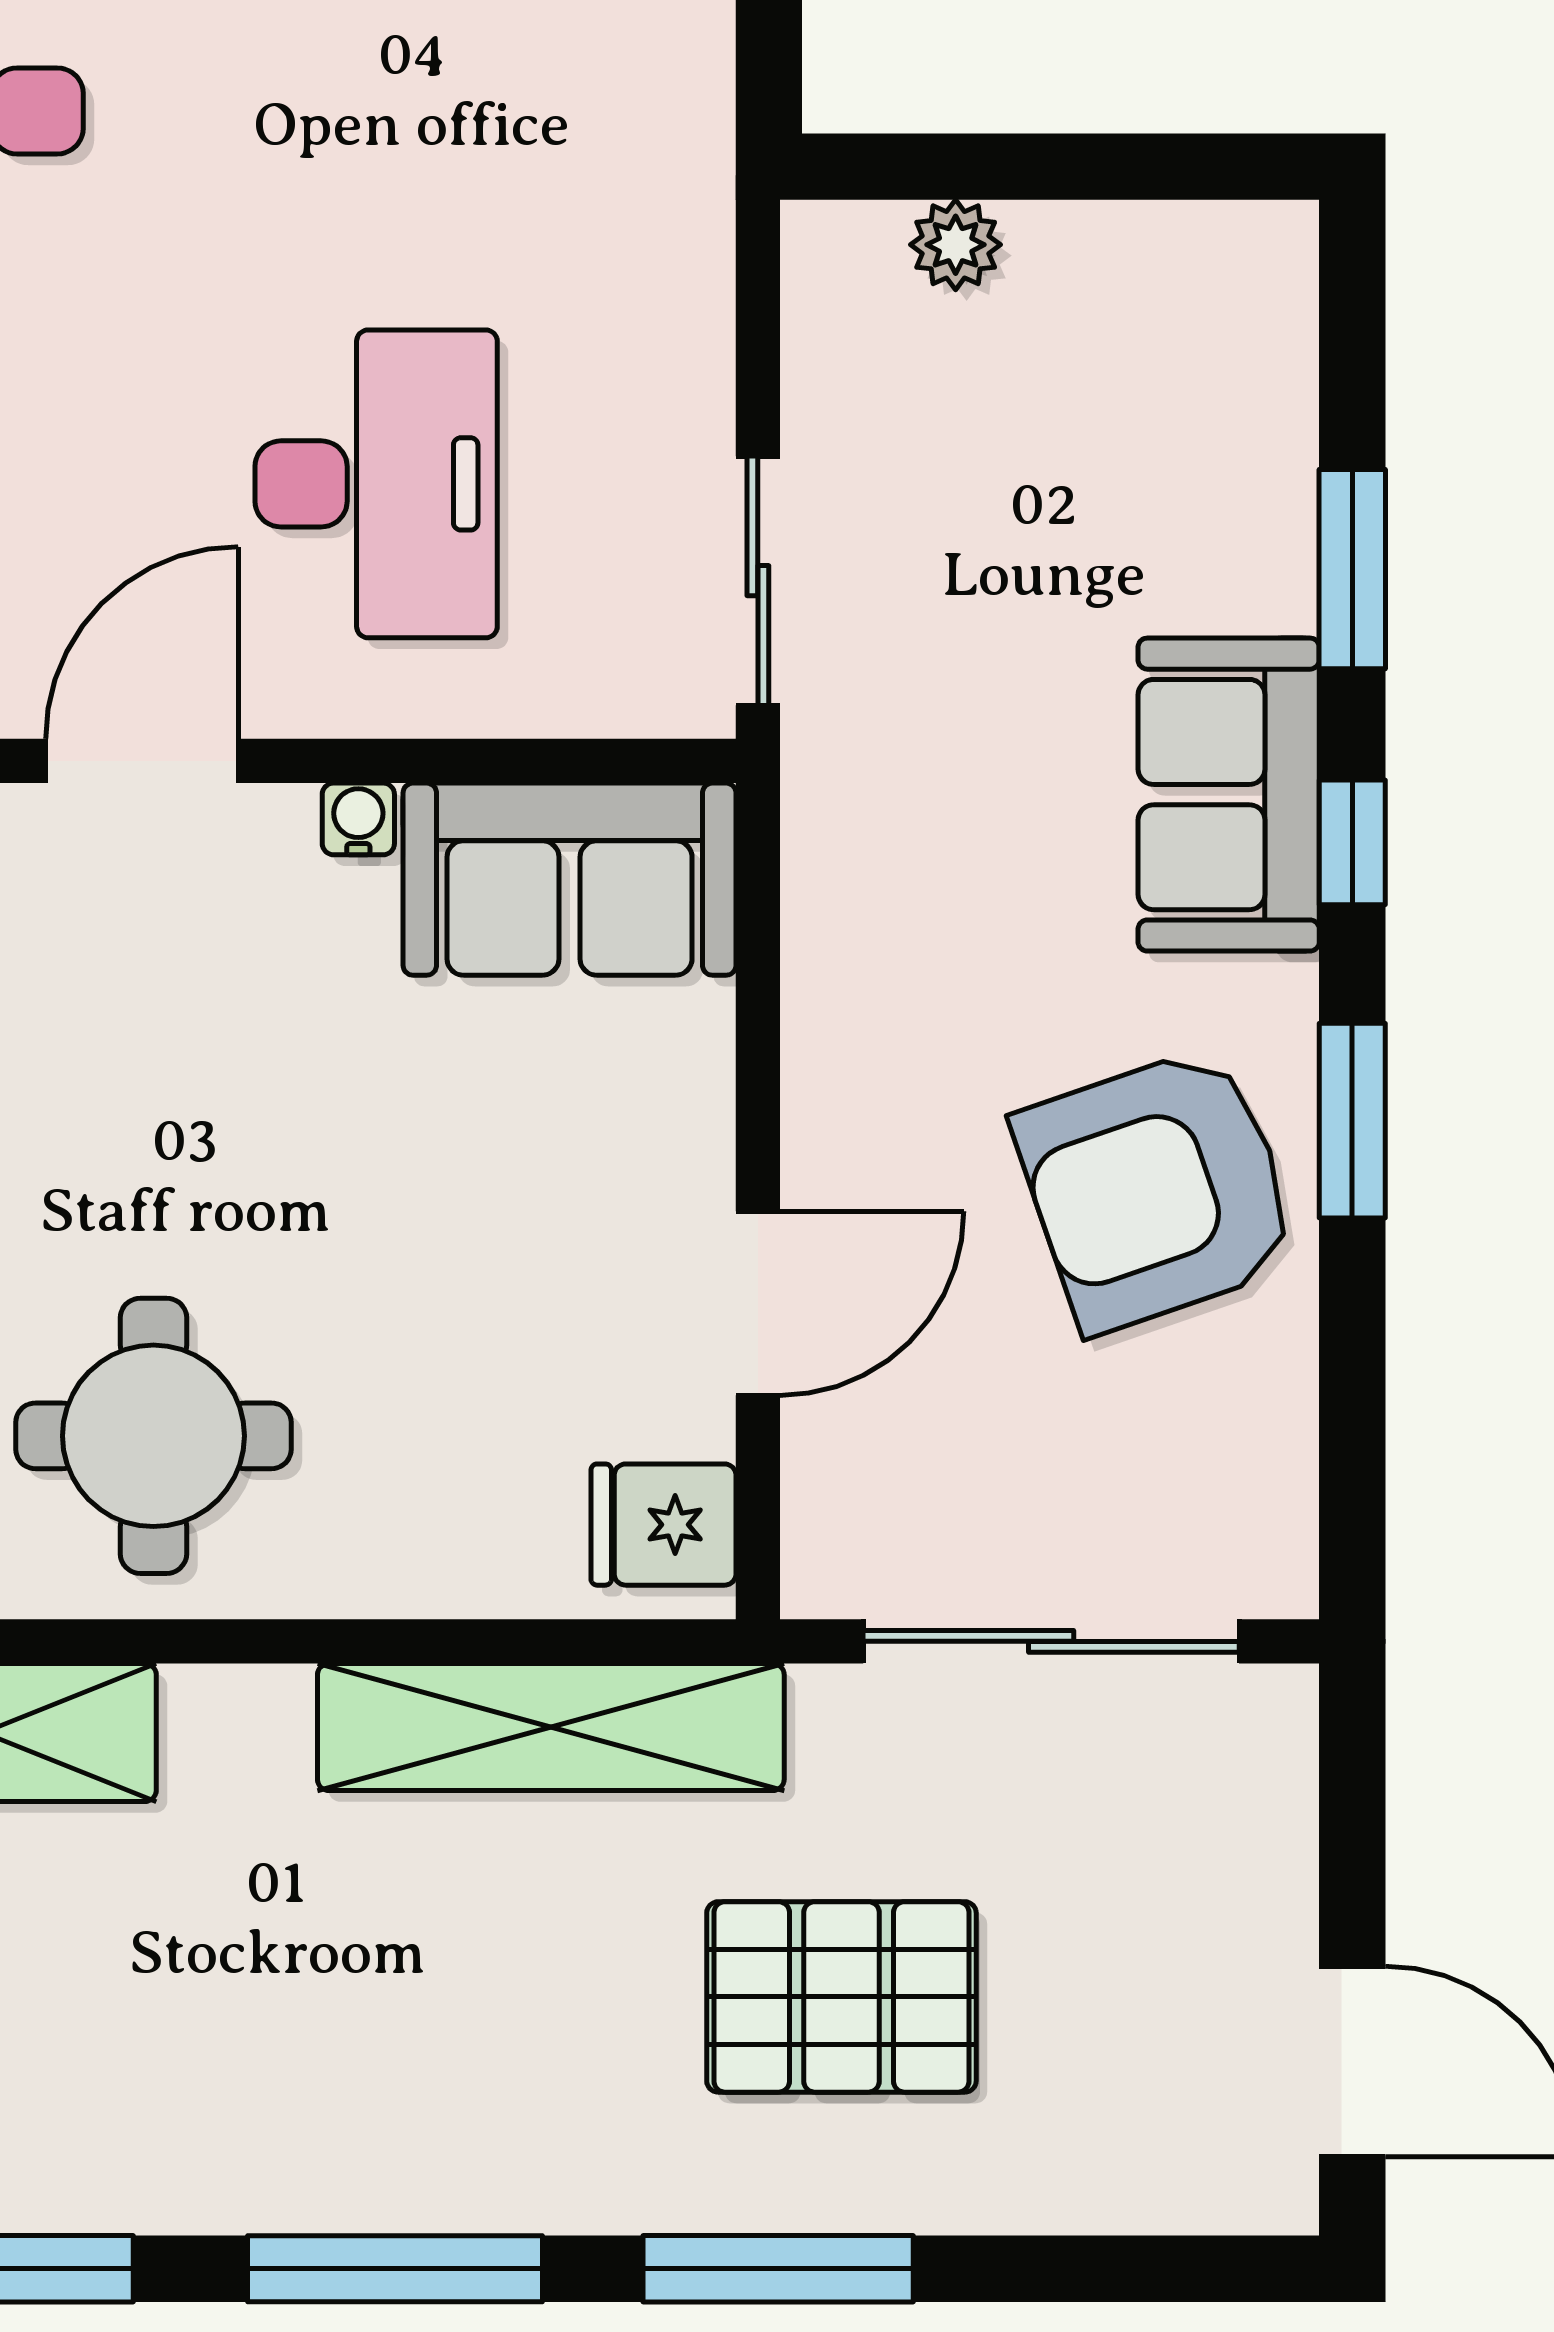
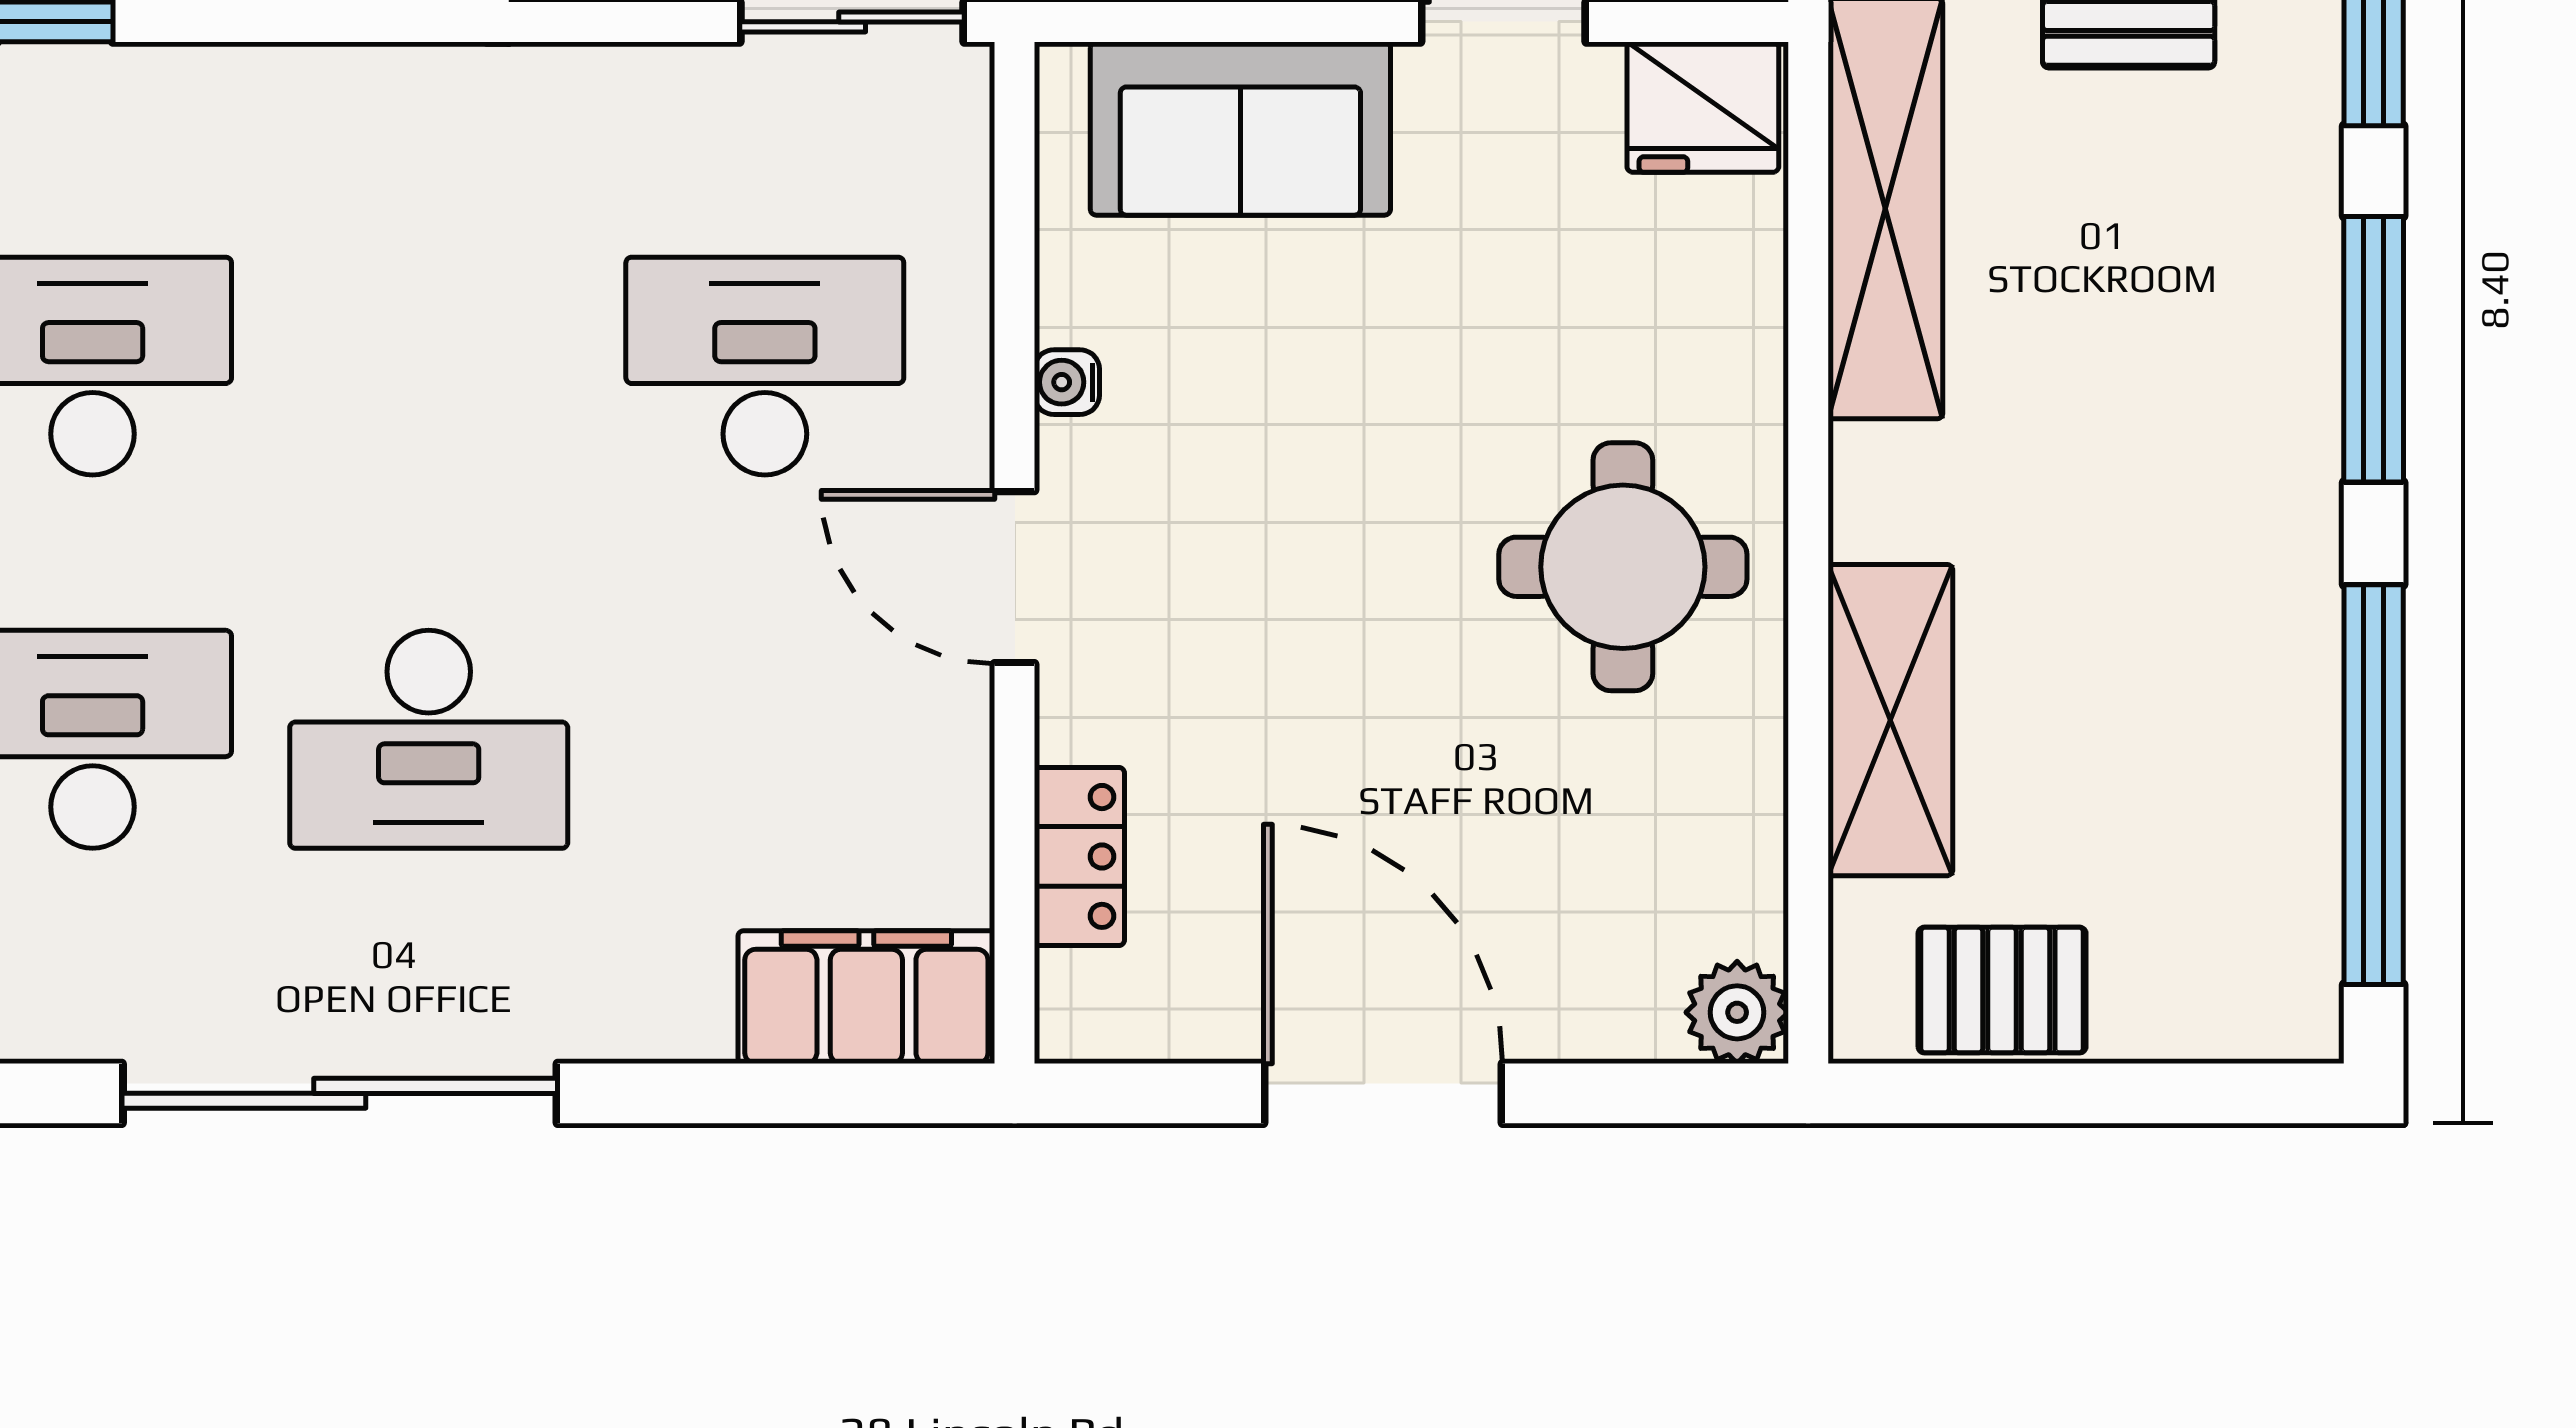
sofa: (570, 879) -> (1240, 129), moved, turned 90
fridge: (663, 1525) -> (1703, 107), width x1.38

